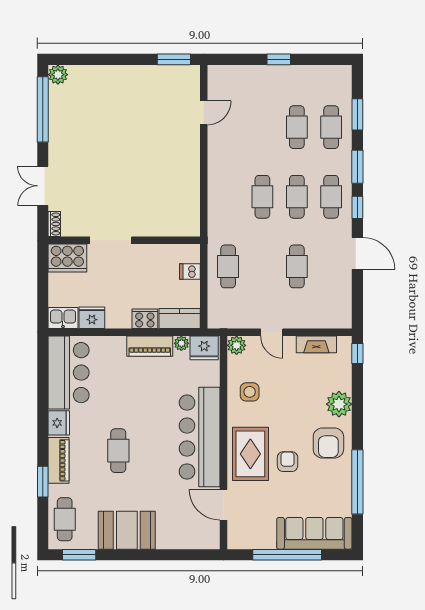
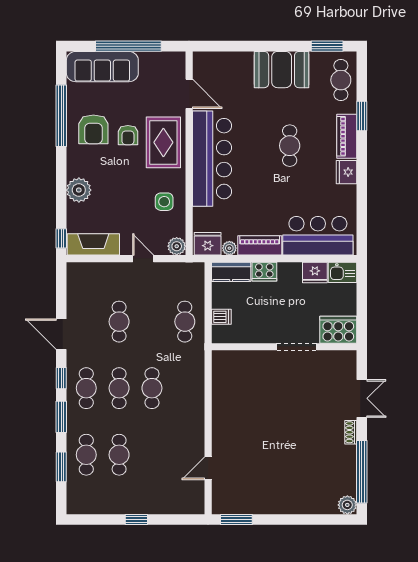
shoe rack: (54, 224) -> (351, 432), moved
fireplace: (316, 344) -> (93, 244), width x1.37, depth x1.32
bar counter: (69, 373) -> (318, 236), moved, turned 90
armchair: (328, 443) -> (93, 129), moved, turned 180

